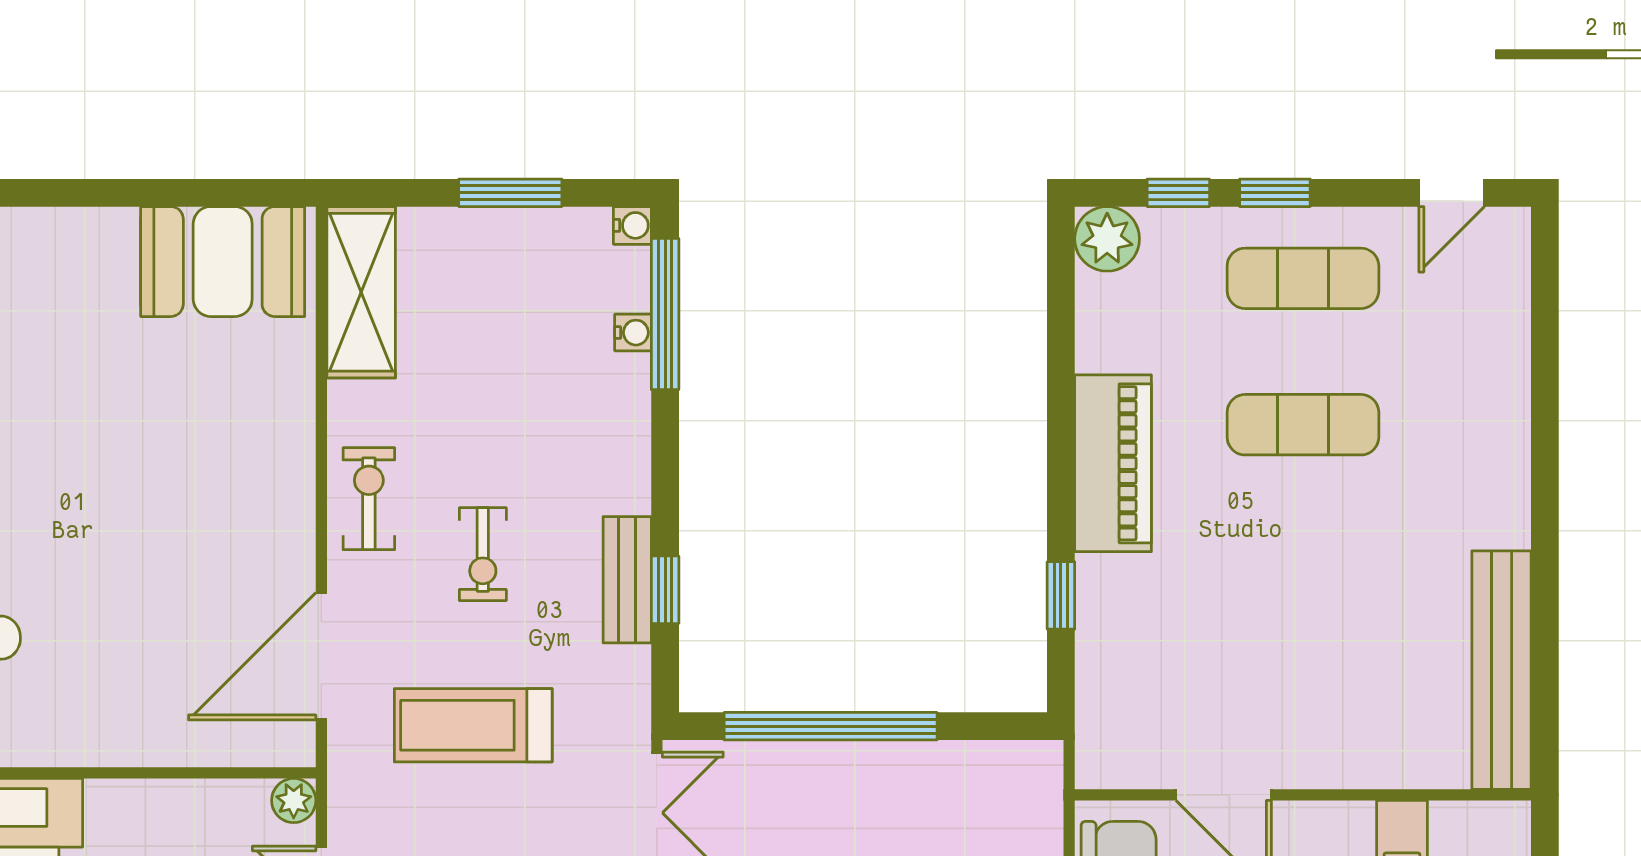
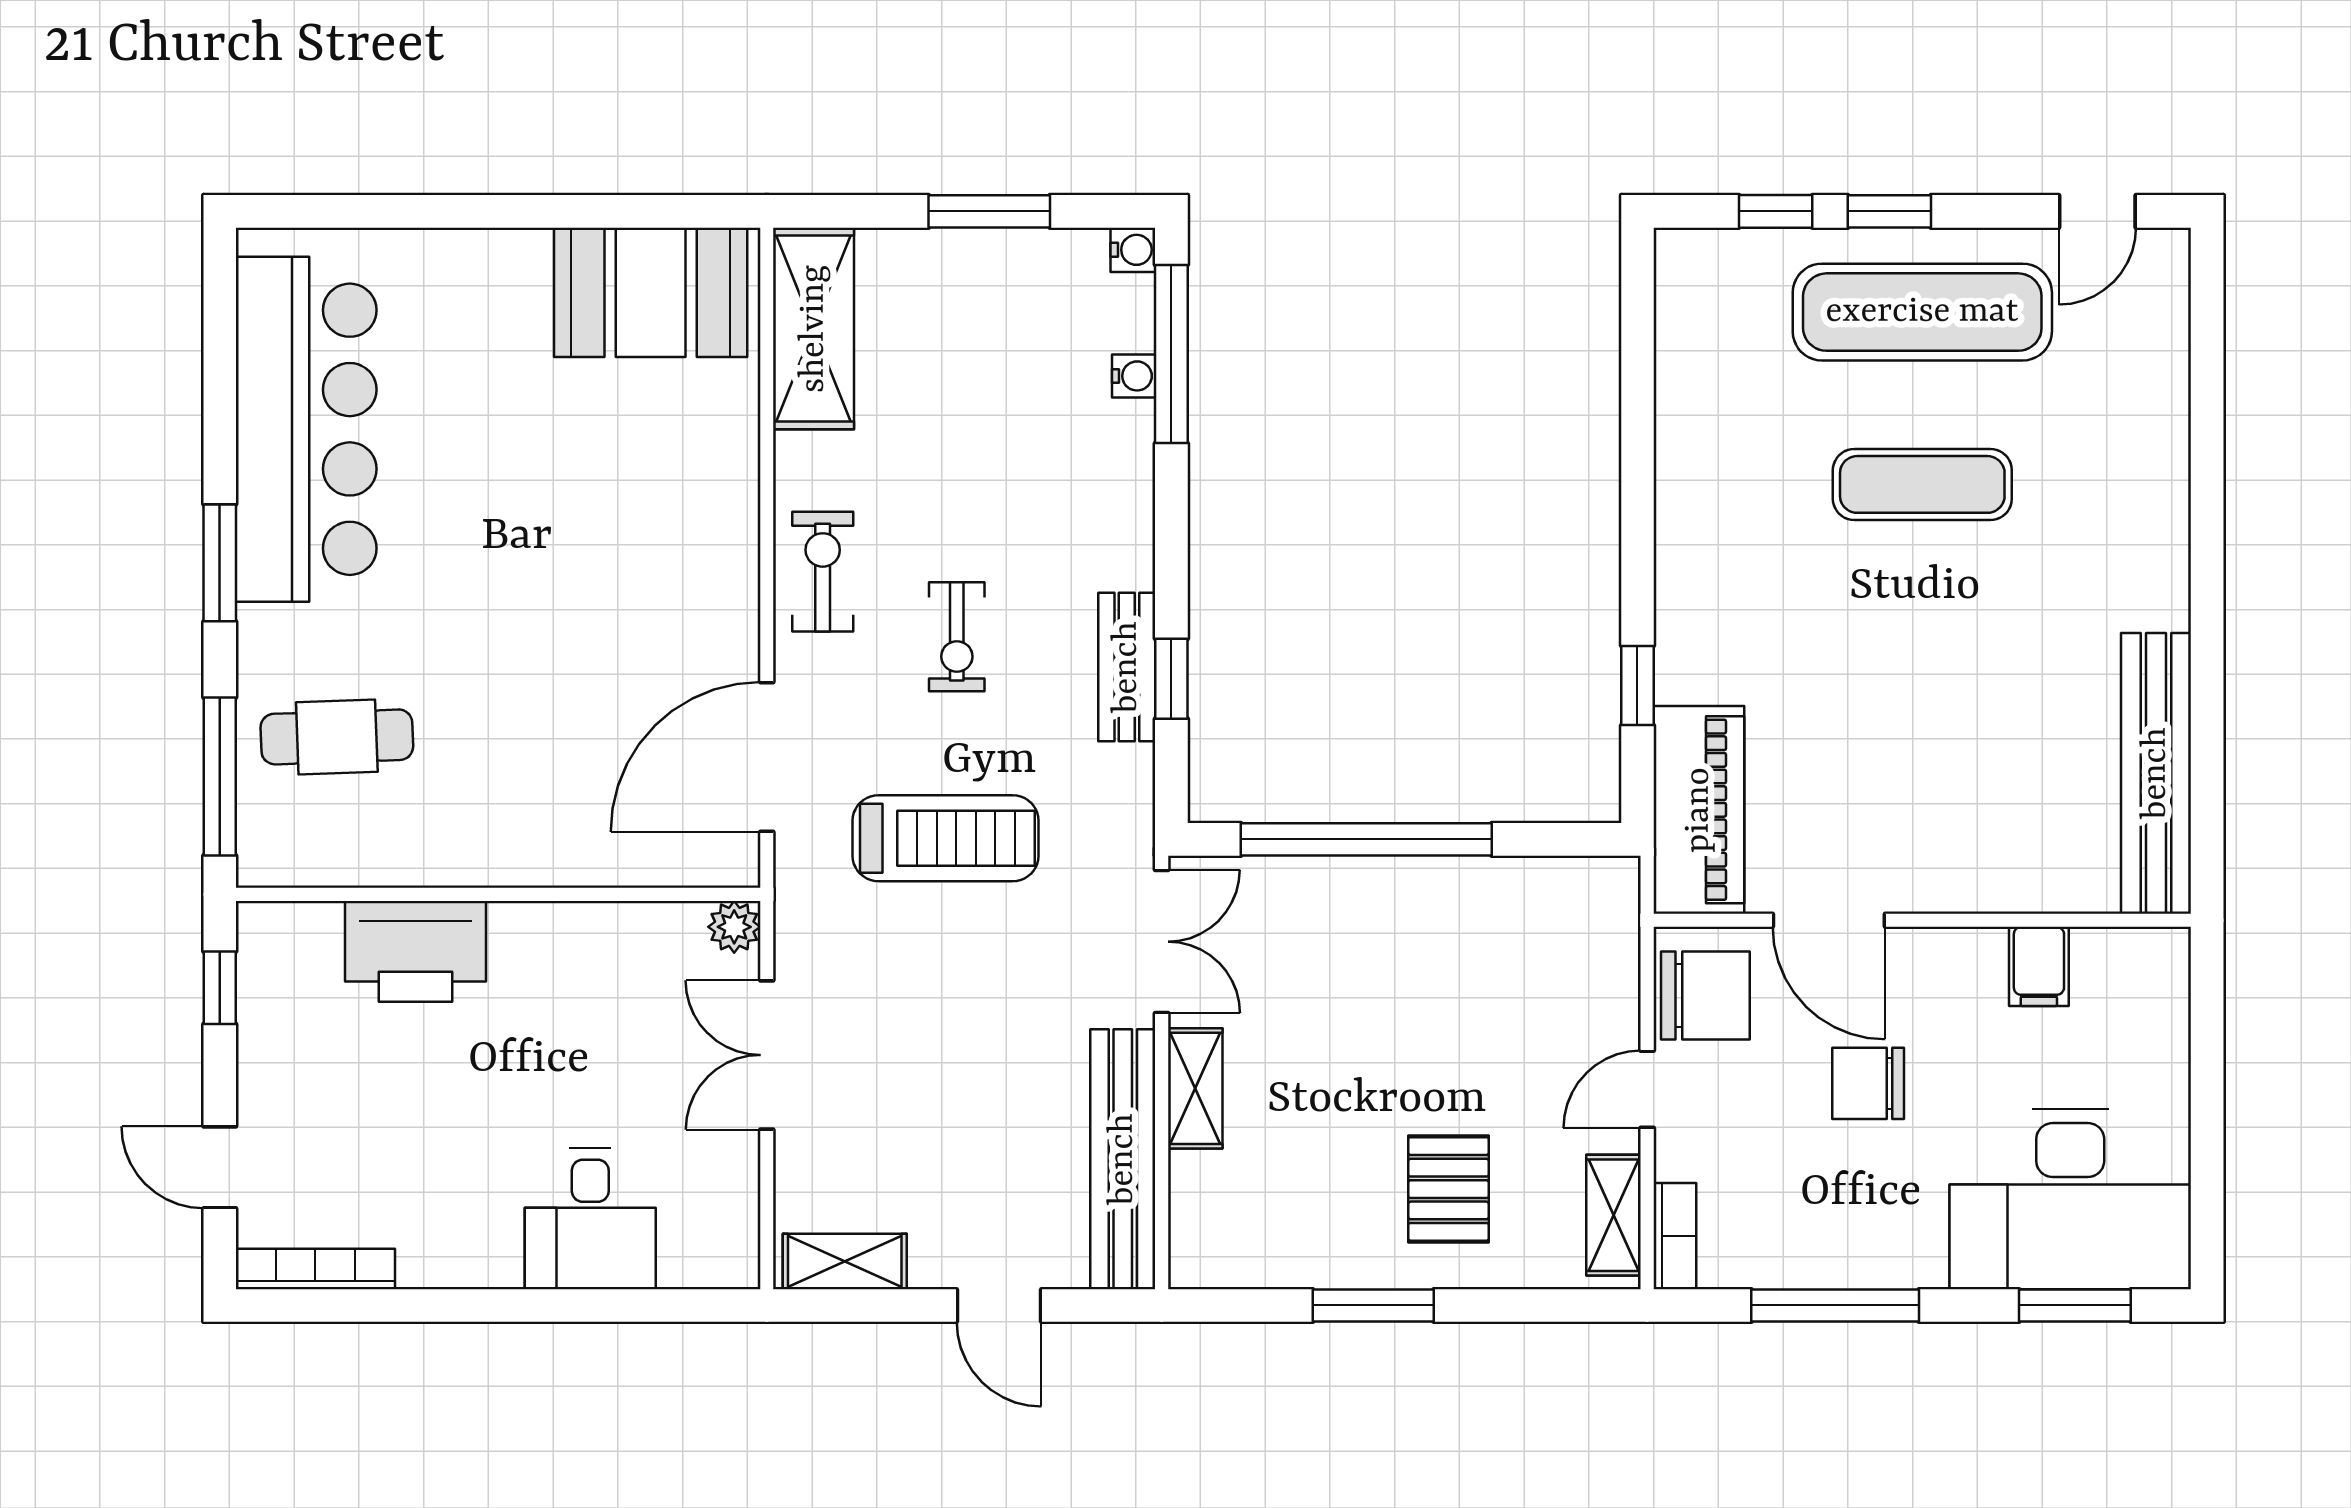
plant: (1107, 239) -> (1692, 266), removed
exercise mat: (1303, 278) -> (1922, 312), width x1.36, depth x1.45
piano: (1113, 463) -> (1699, 810), moved
treadmill: (473, 725) -> (946, 838), turned 180

